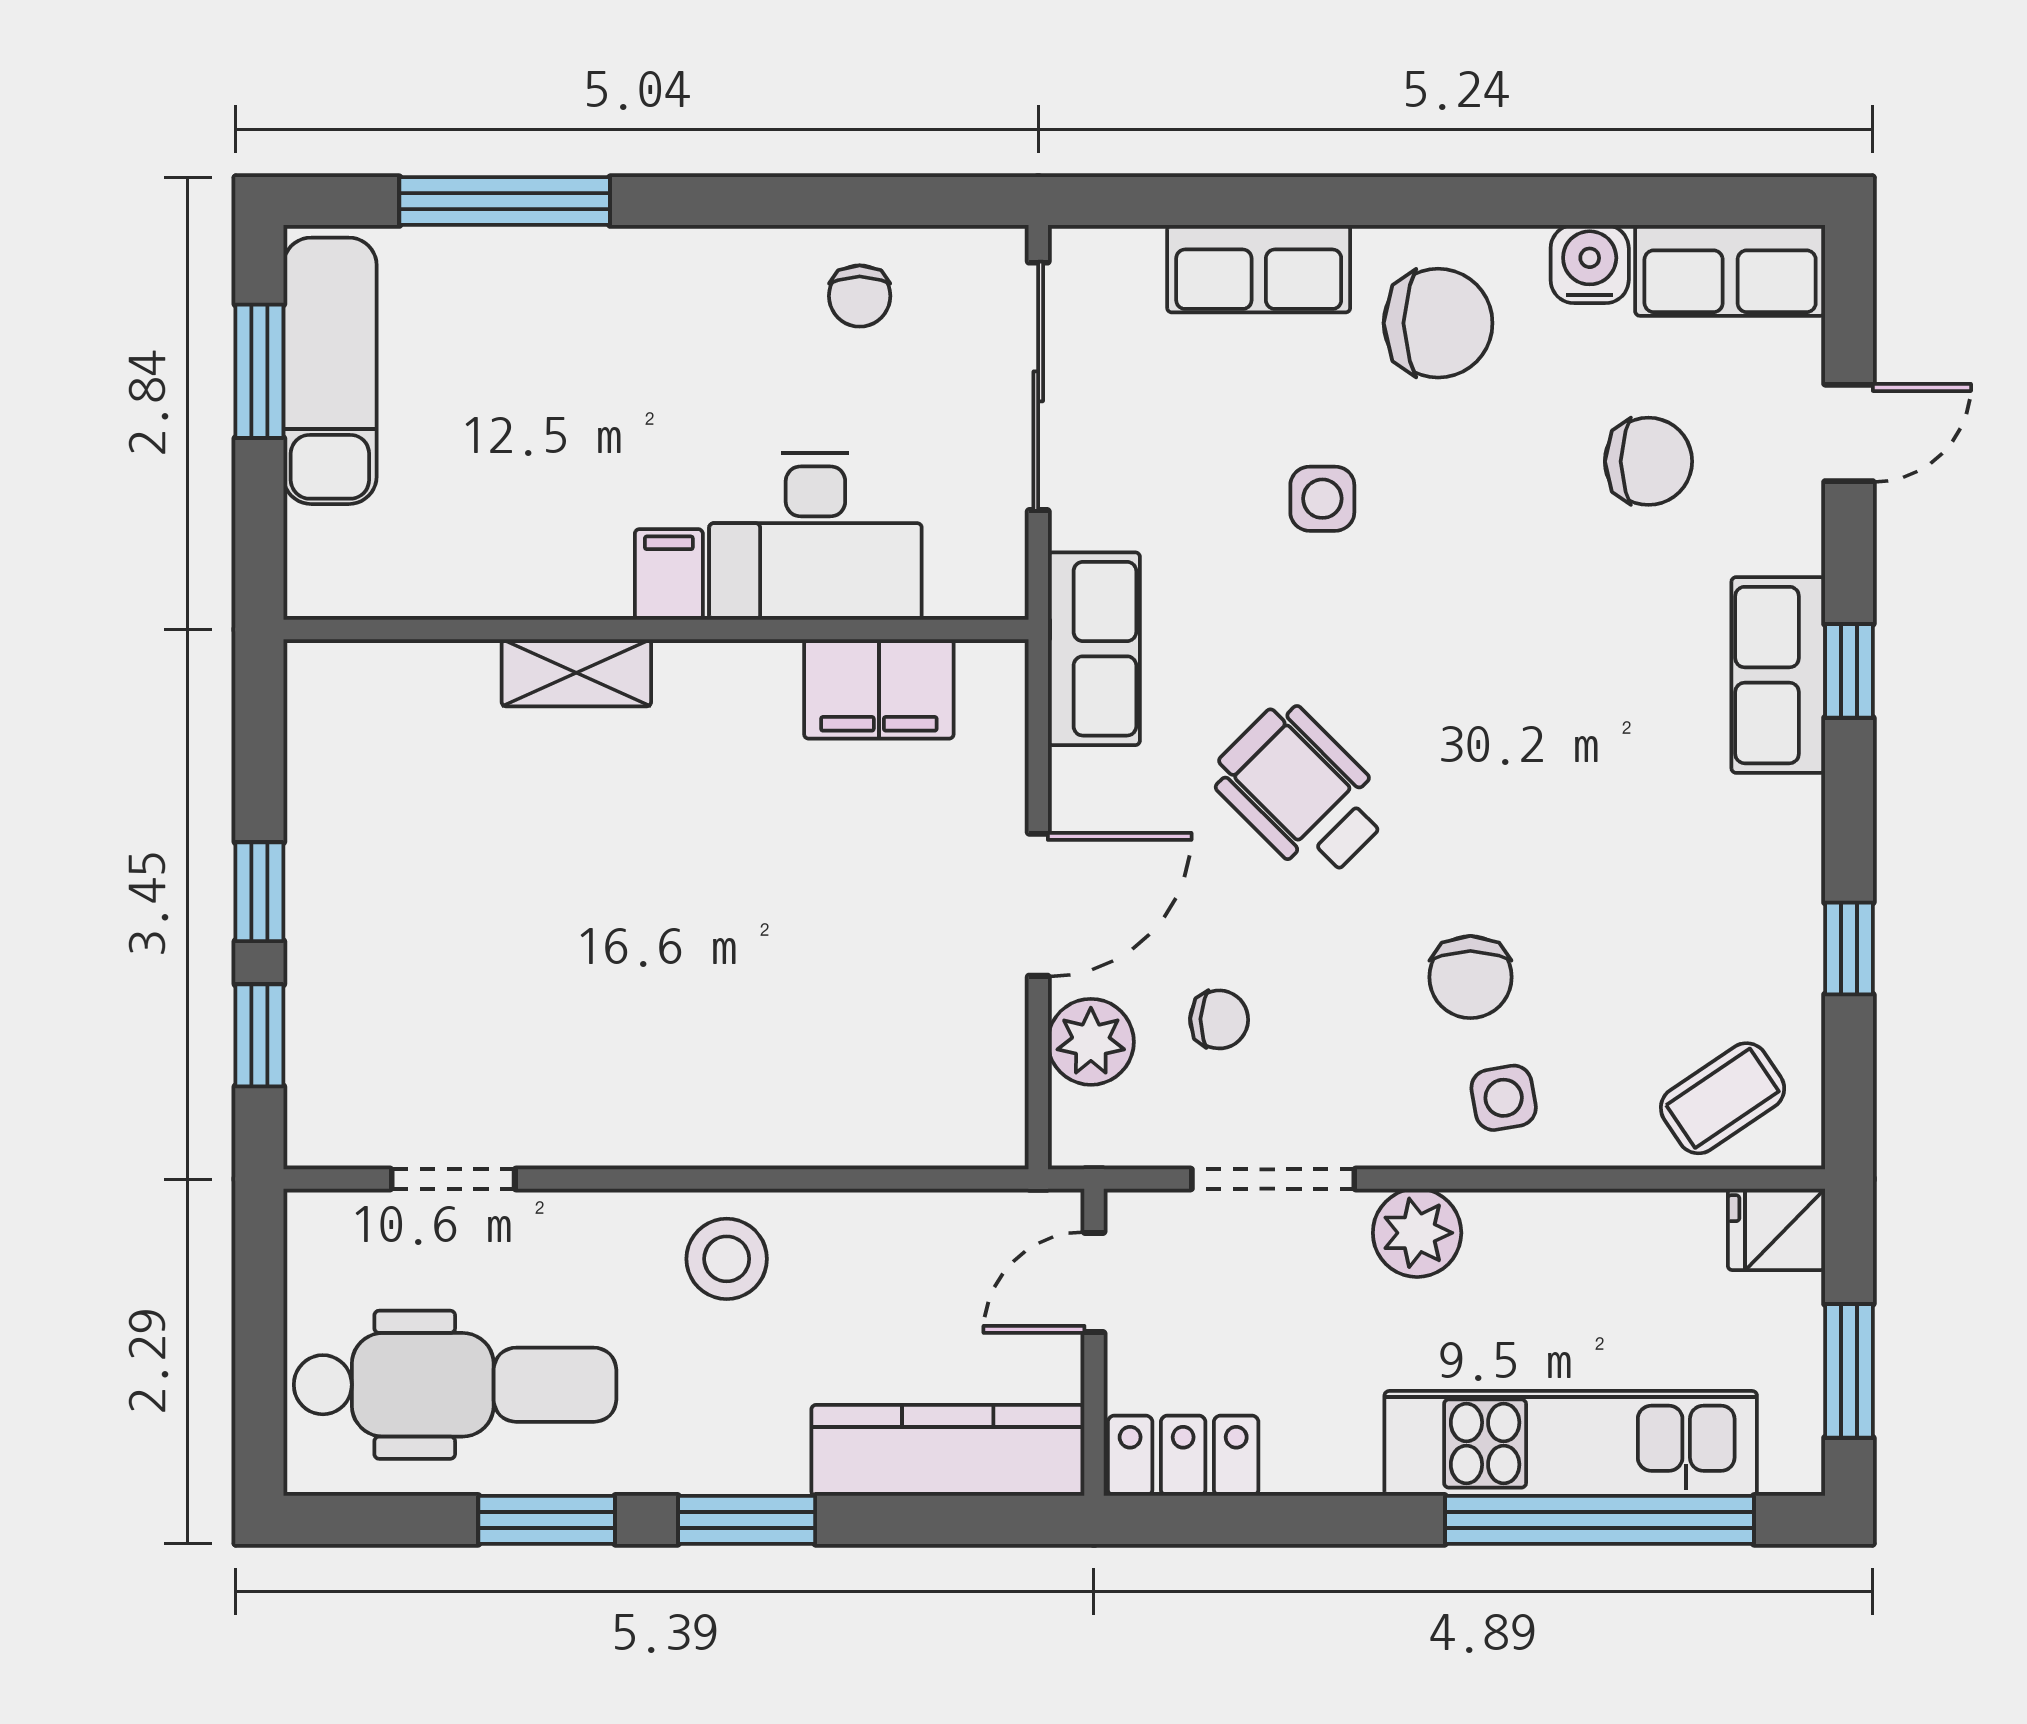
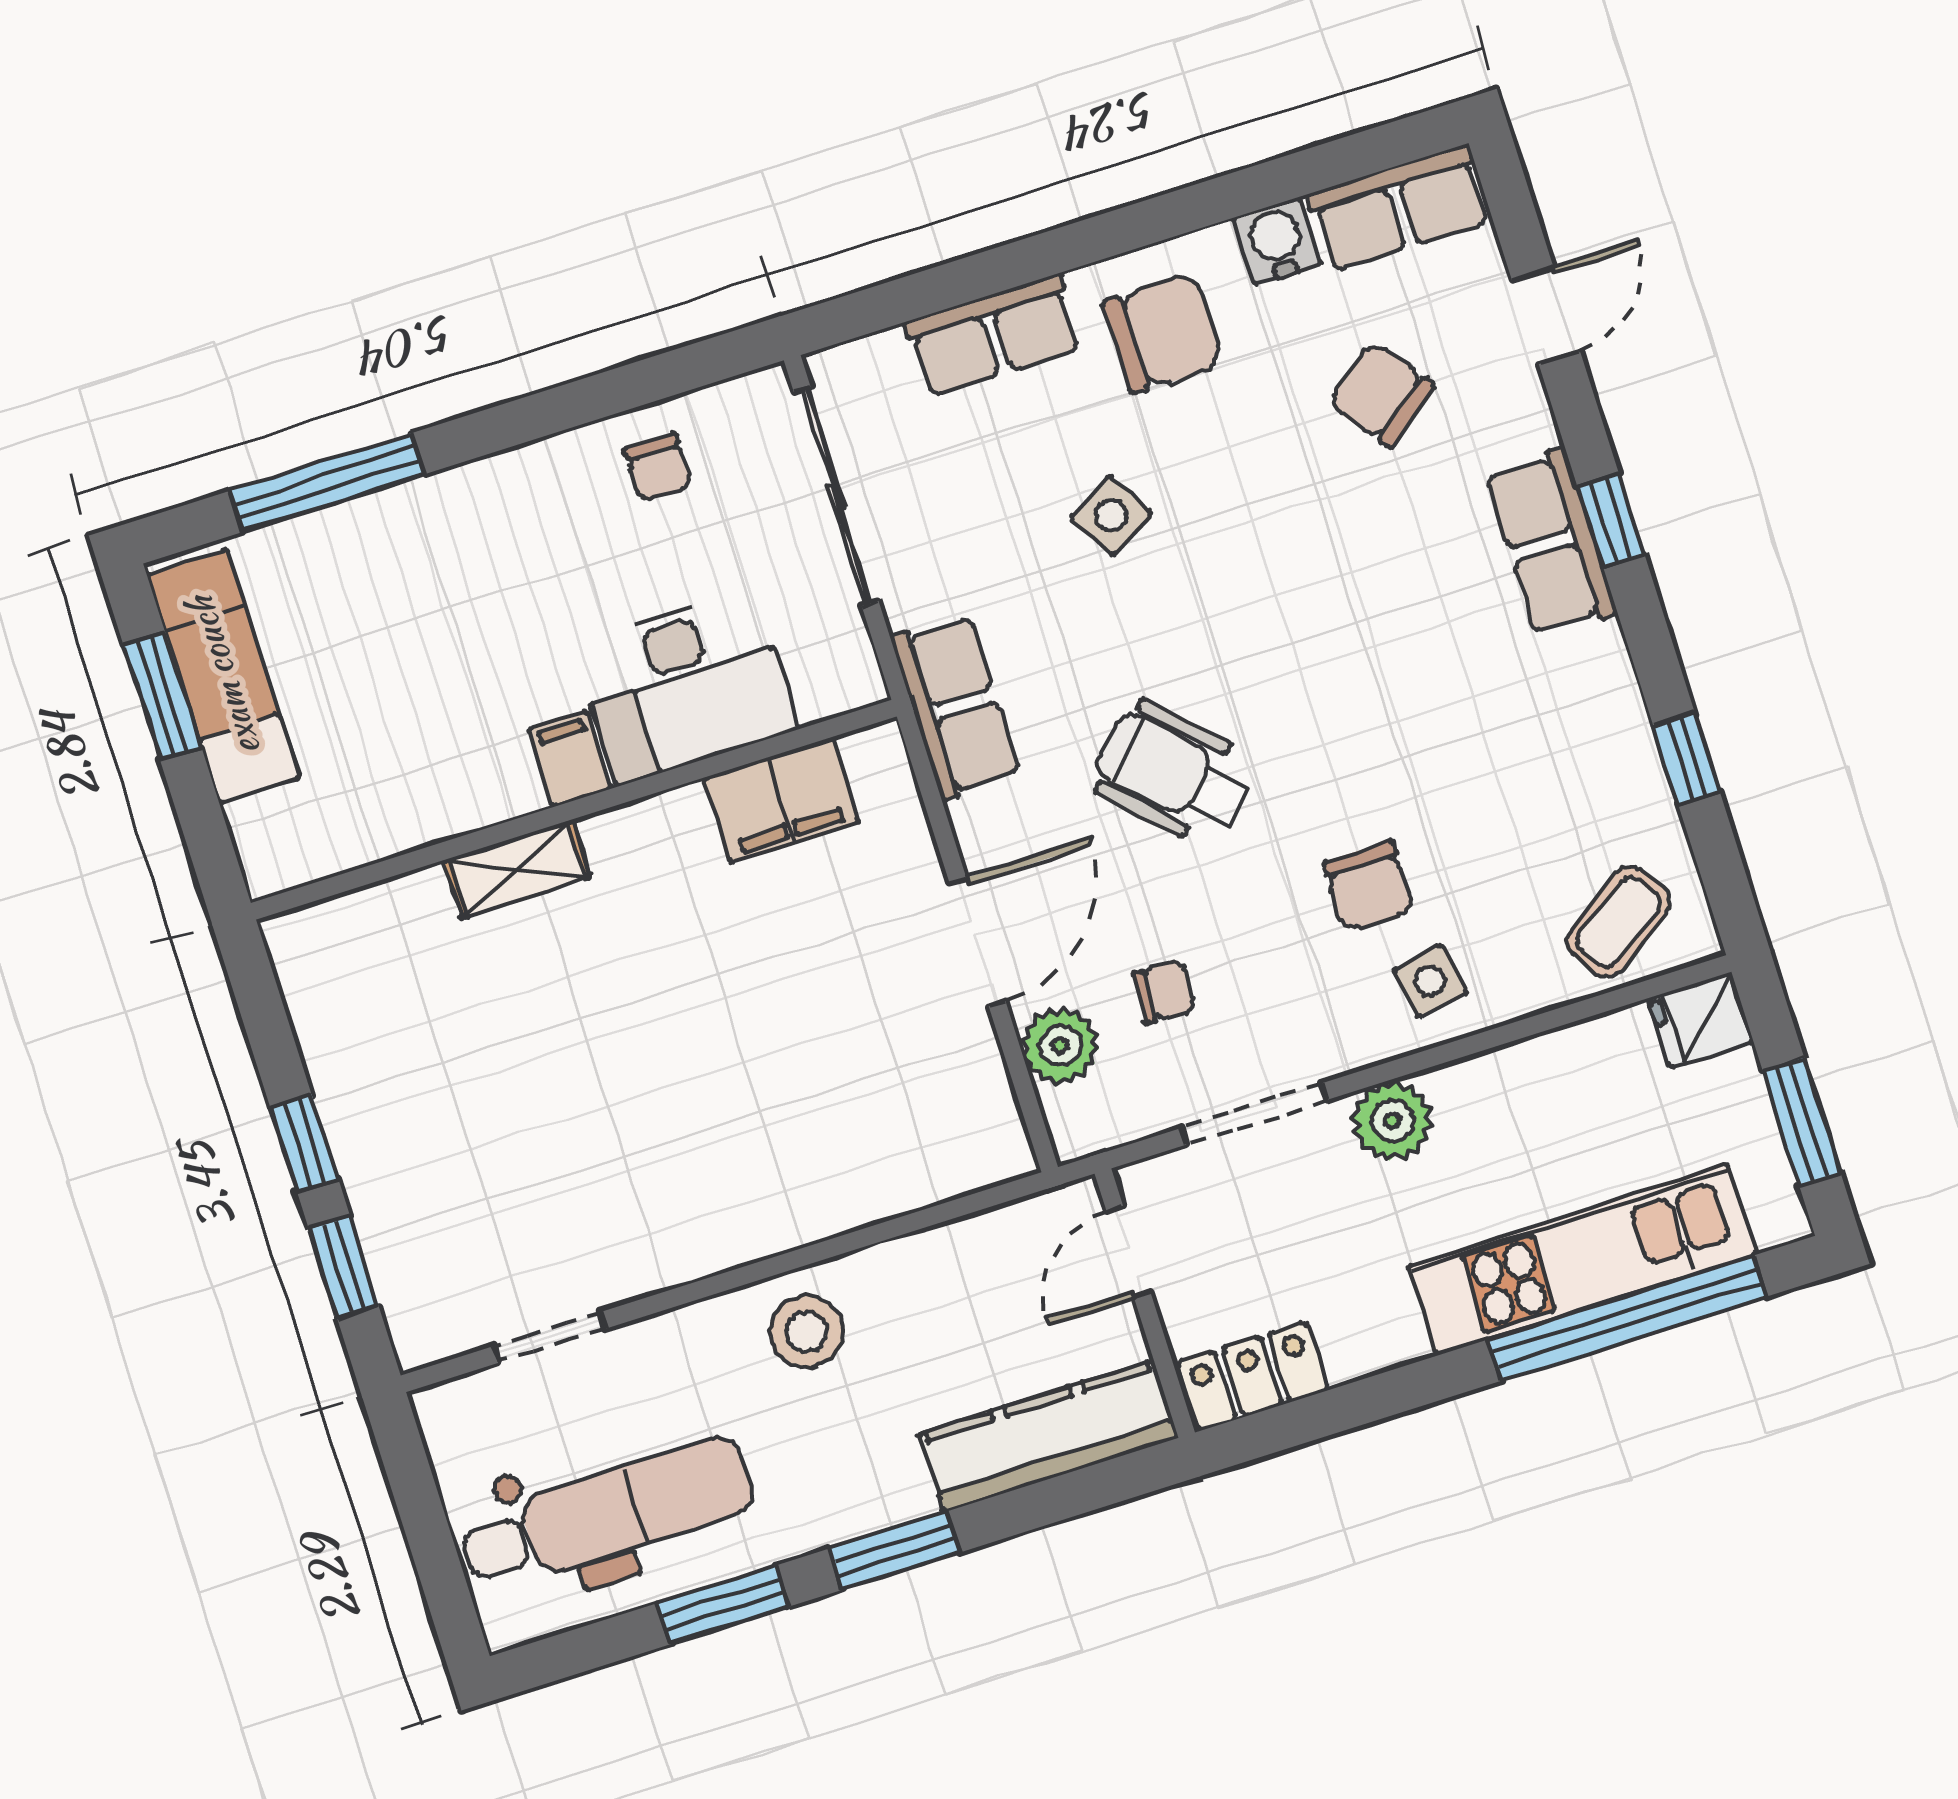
chair: (1648, 461) -> (1381, 394), turned -127
side table: (1322, 499) -> (1111, 516), turned -30

